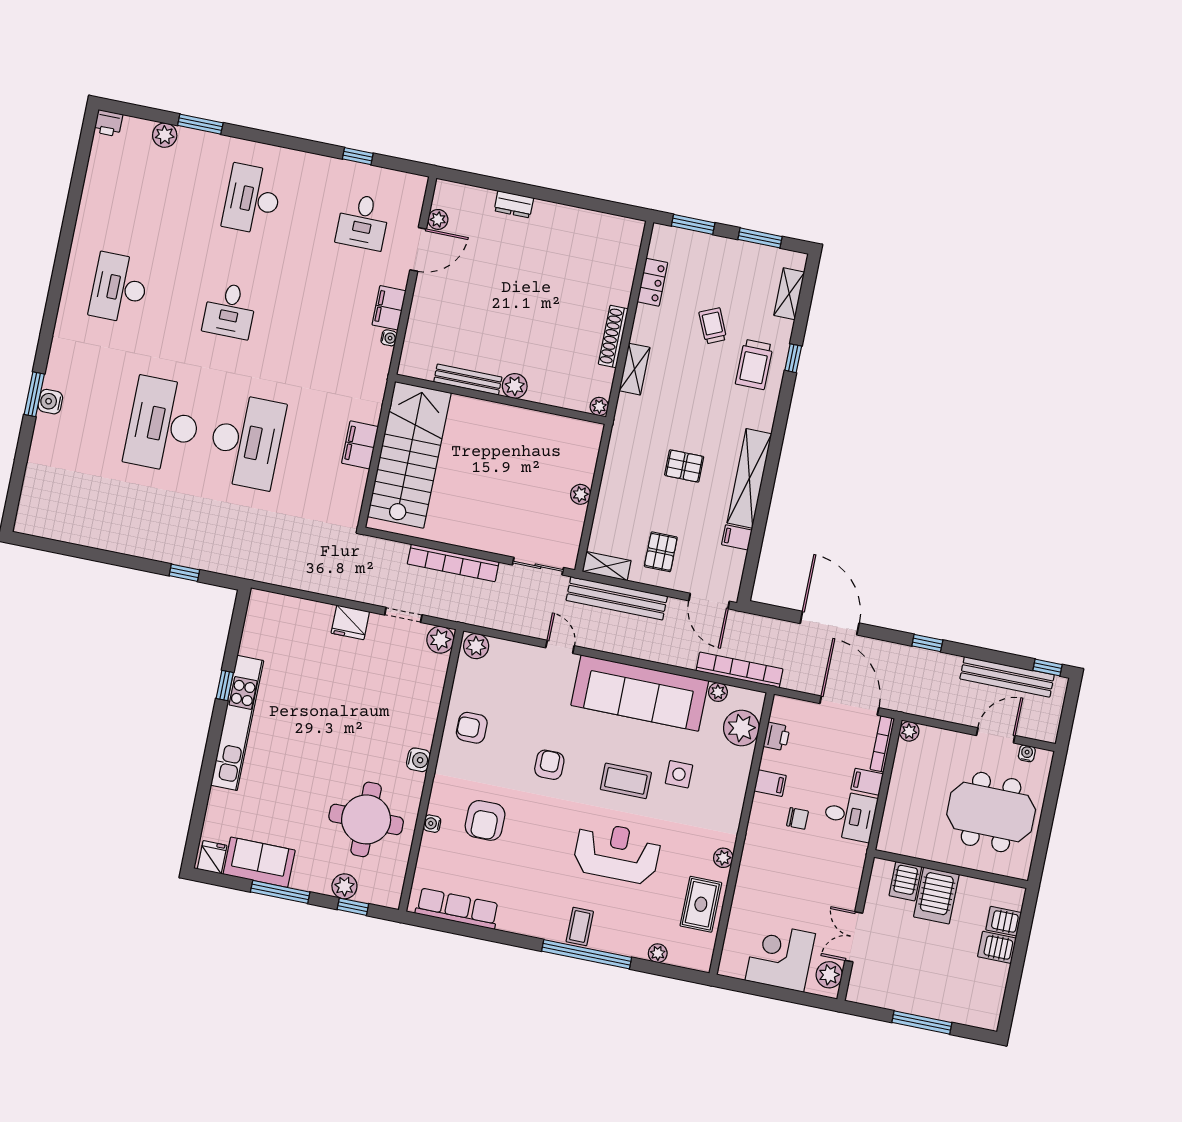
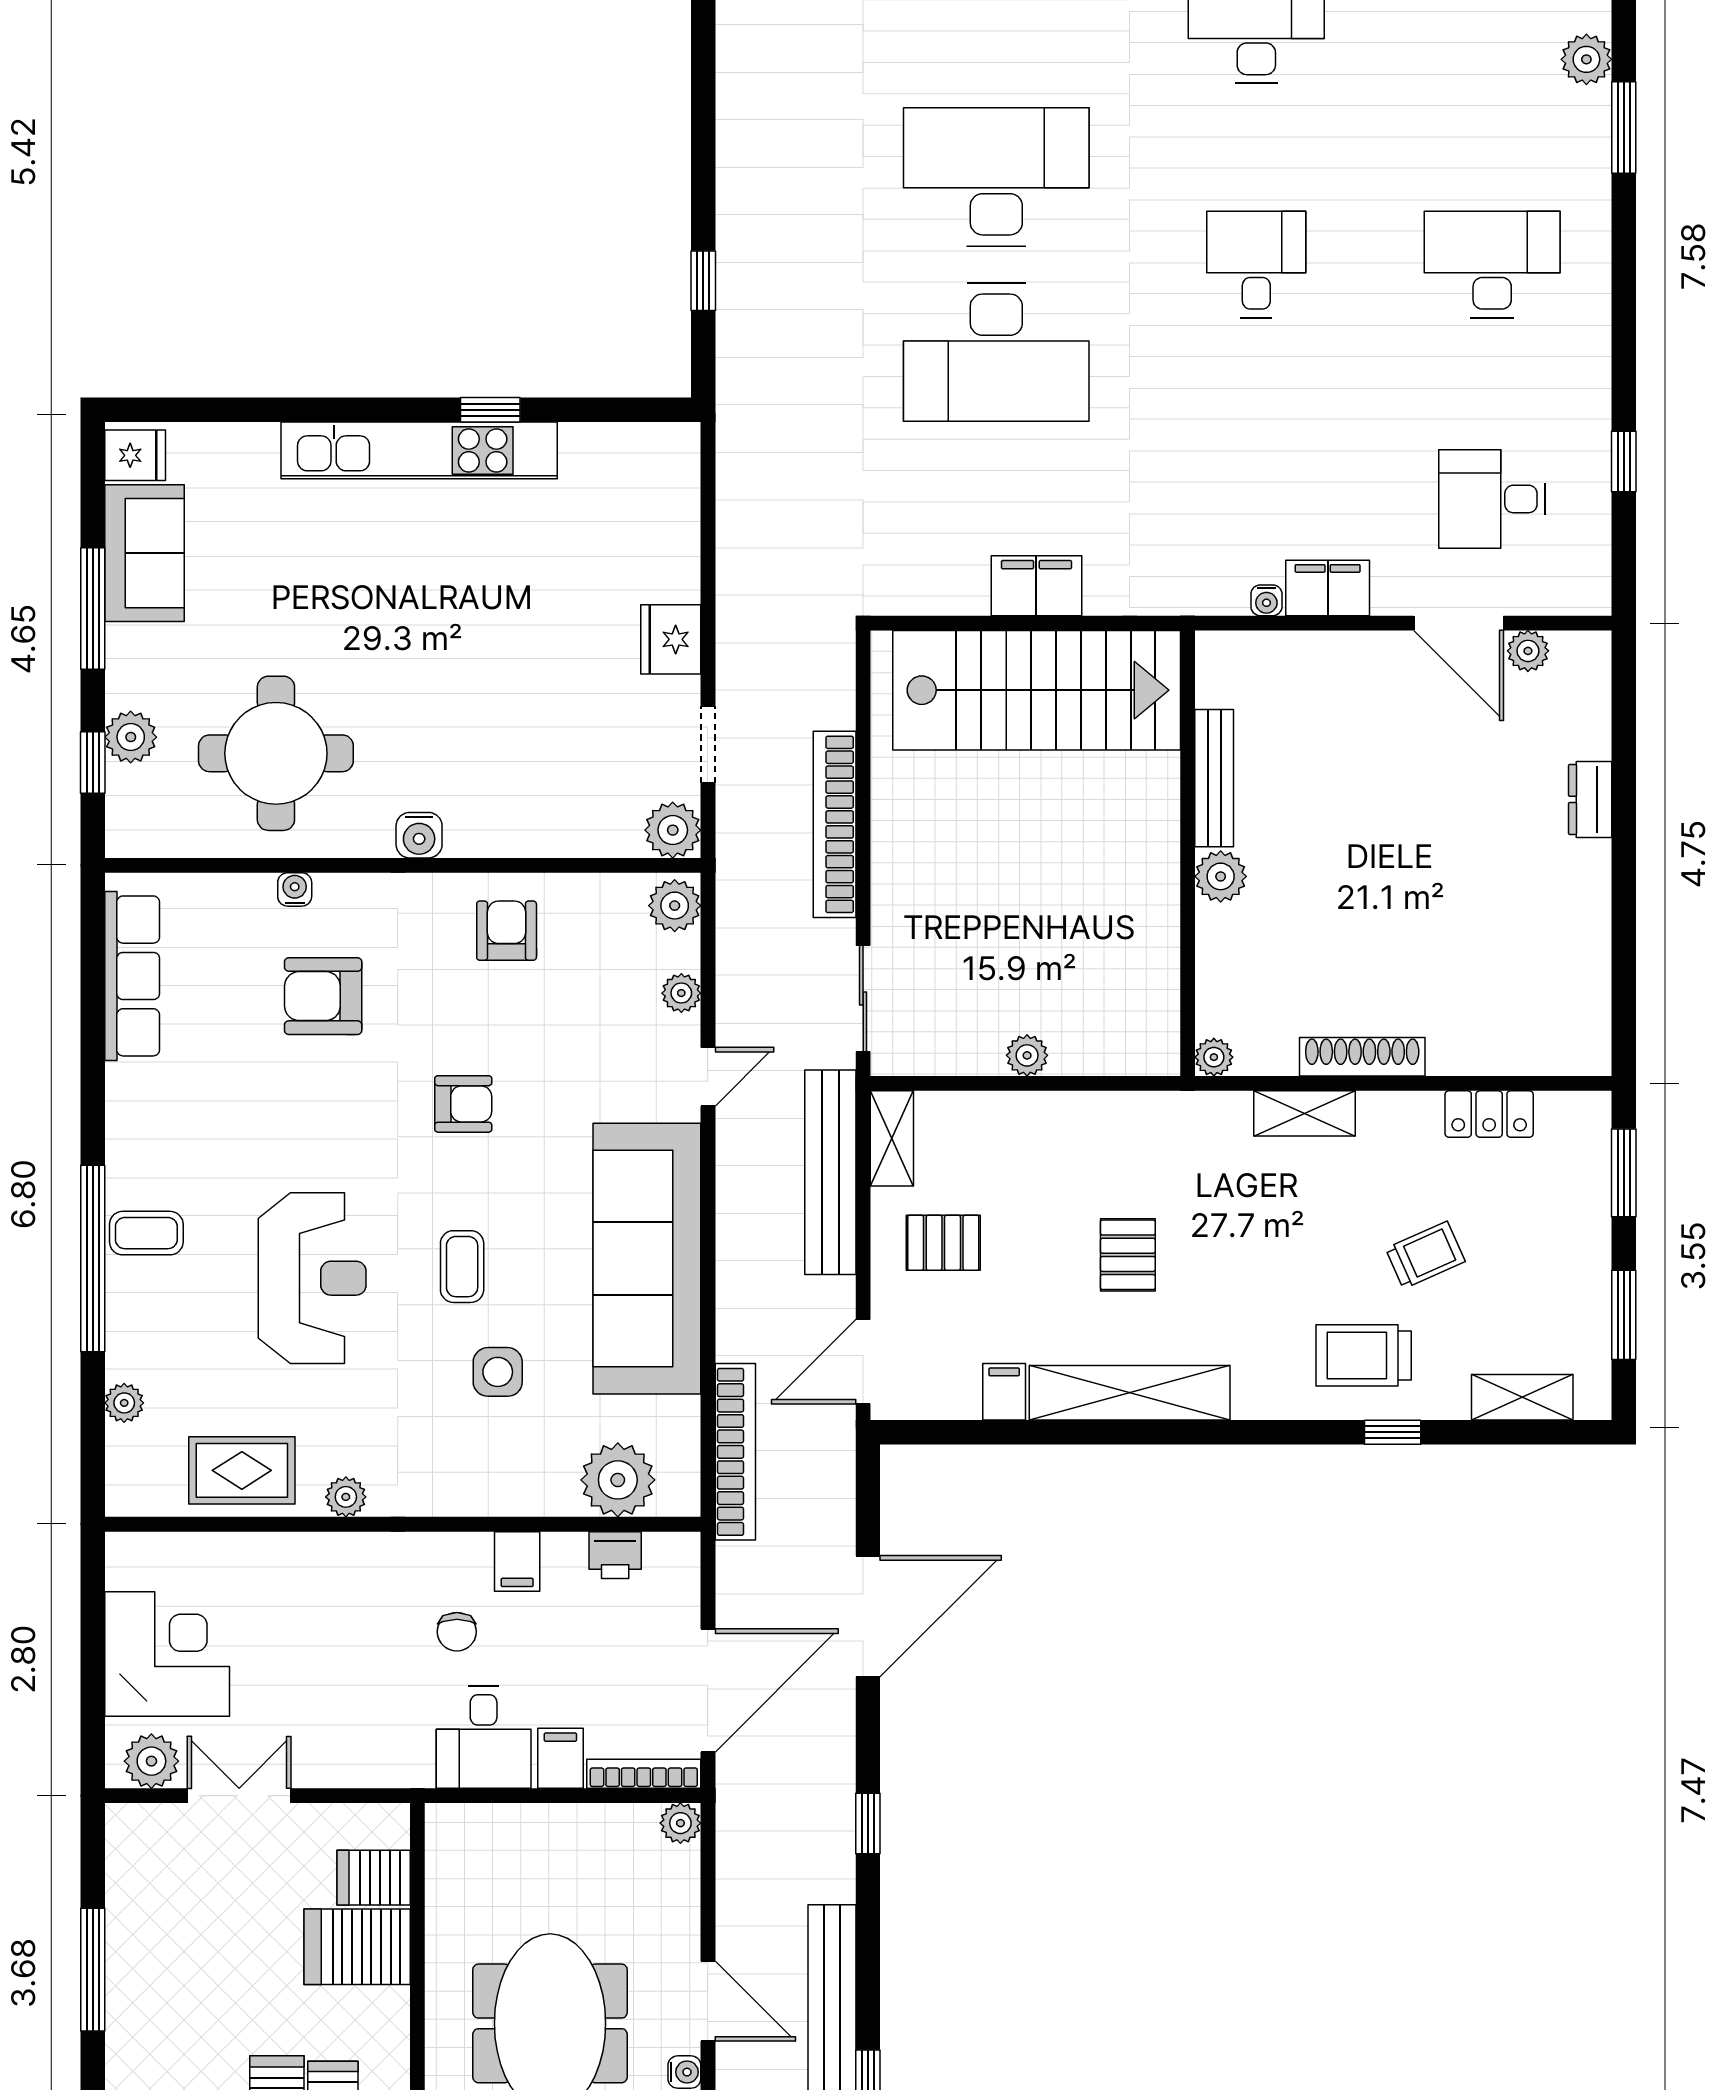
desk: (230, 310) -> (1256, 264), turned 90
plant: (718, 692) -> (681, 993), moved
coffee table: (626, 781) -> (462, 1267), width x0.73, depth x0.77

